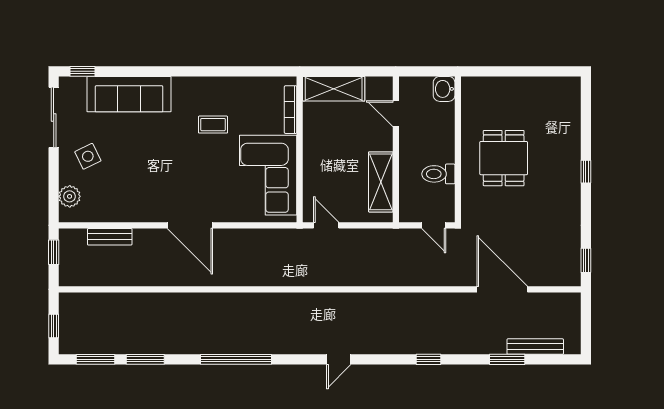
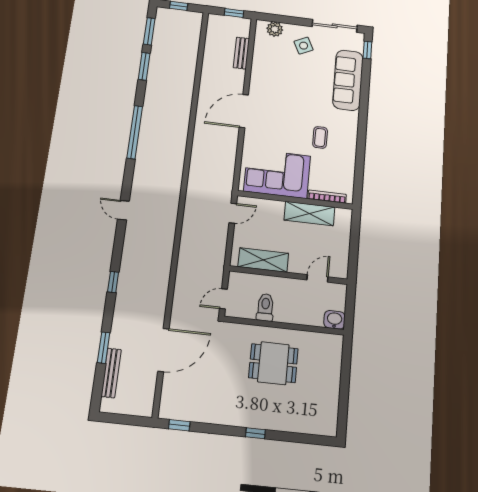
shelving: (334, 89) -> (309, 214), moved, turned 90

